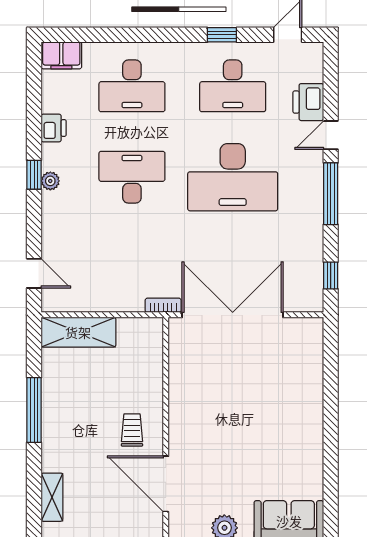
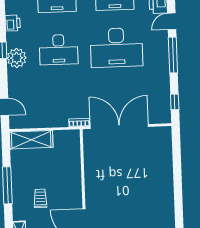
desk: (132, 177) -> (59, 50), turned 180
plant: (50, 181) -> (17, 58), width x1.88, depth x1.88
trolley: (132, 430) -> (40, 198), moved

